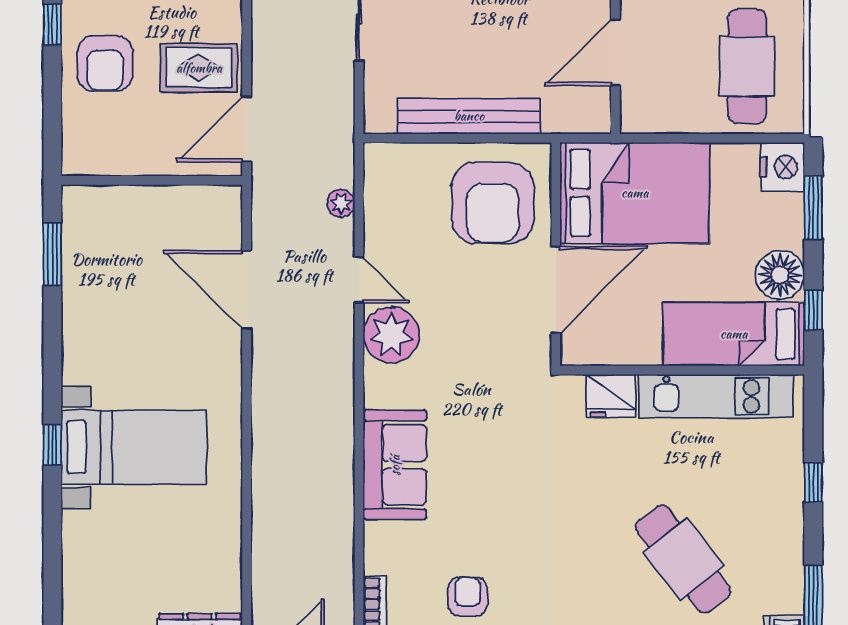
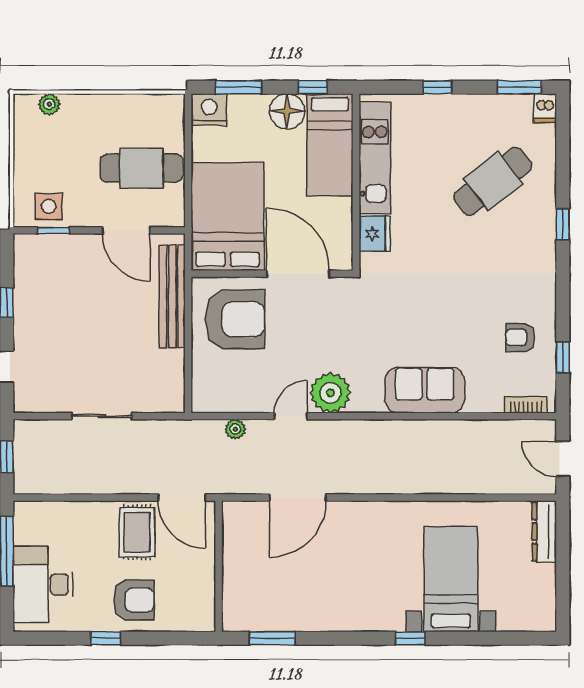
cafe table: (747, 66) -> (142, 168), moved
bench: (469, 116) -> (172, 296), moved
bed with nightstands: (134, 447) -> (451, 579), moved

